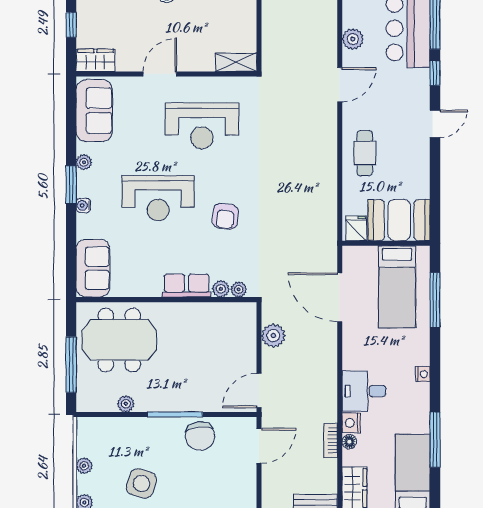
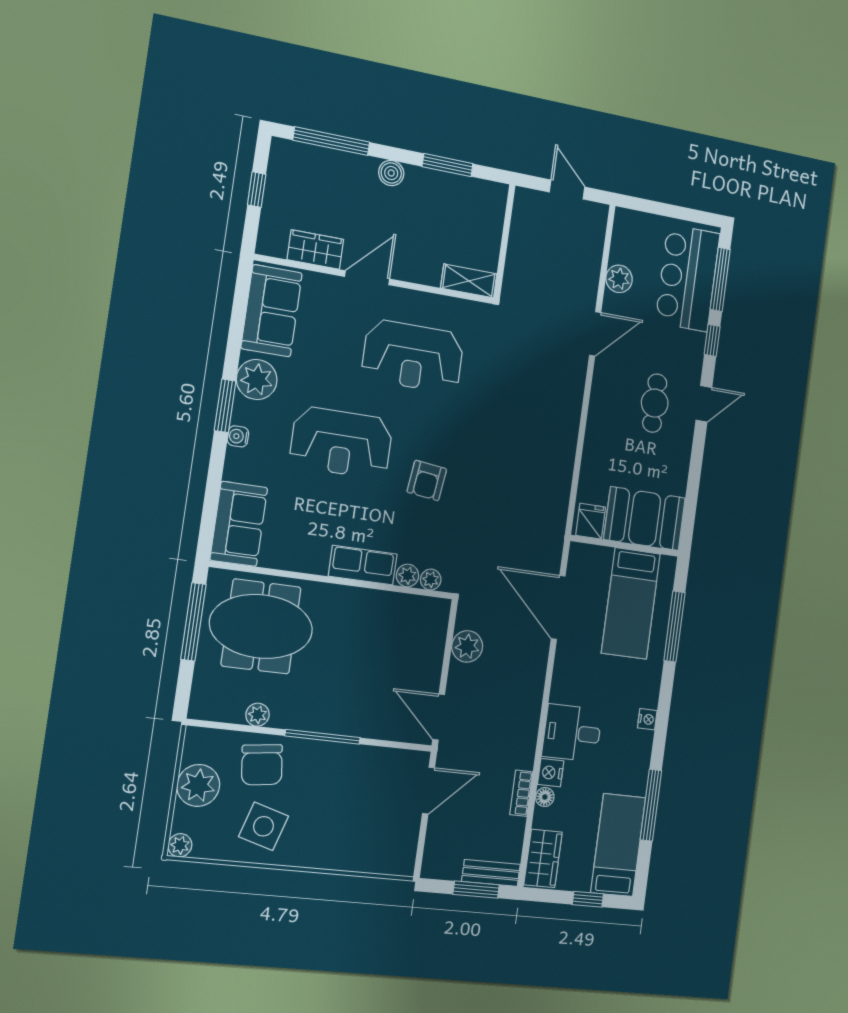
wardrobe: (95, 60) -> (315, 250), moved
cafe table: (365, 153) -> (655, 403), moved
plant: (84, 162) -> (257, 379), width x1.88, depth x1.88
window: (71, 365) -> (193, 622), moved
door: (259, 391) -> (439, 717), hinge flipped
chair: (200, 436) -> (262, 765), moved
plant: (84, 466) -> (198, 785), width x1.88, depth x1.88

